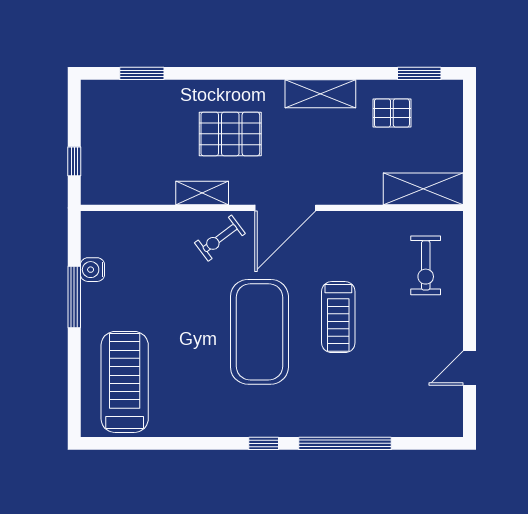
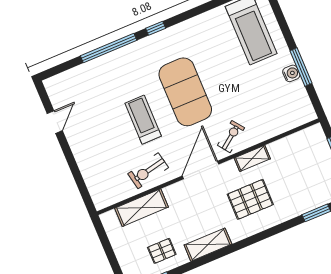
shelving: (423, 189) -> (142, 208), moved
exercise bike: (426, 265) -> (148, 171), moved, turned -102
water cooler: (92, 270) -> (291, 73), moved

